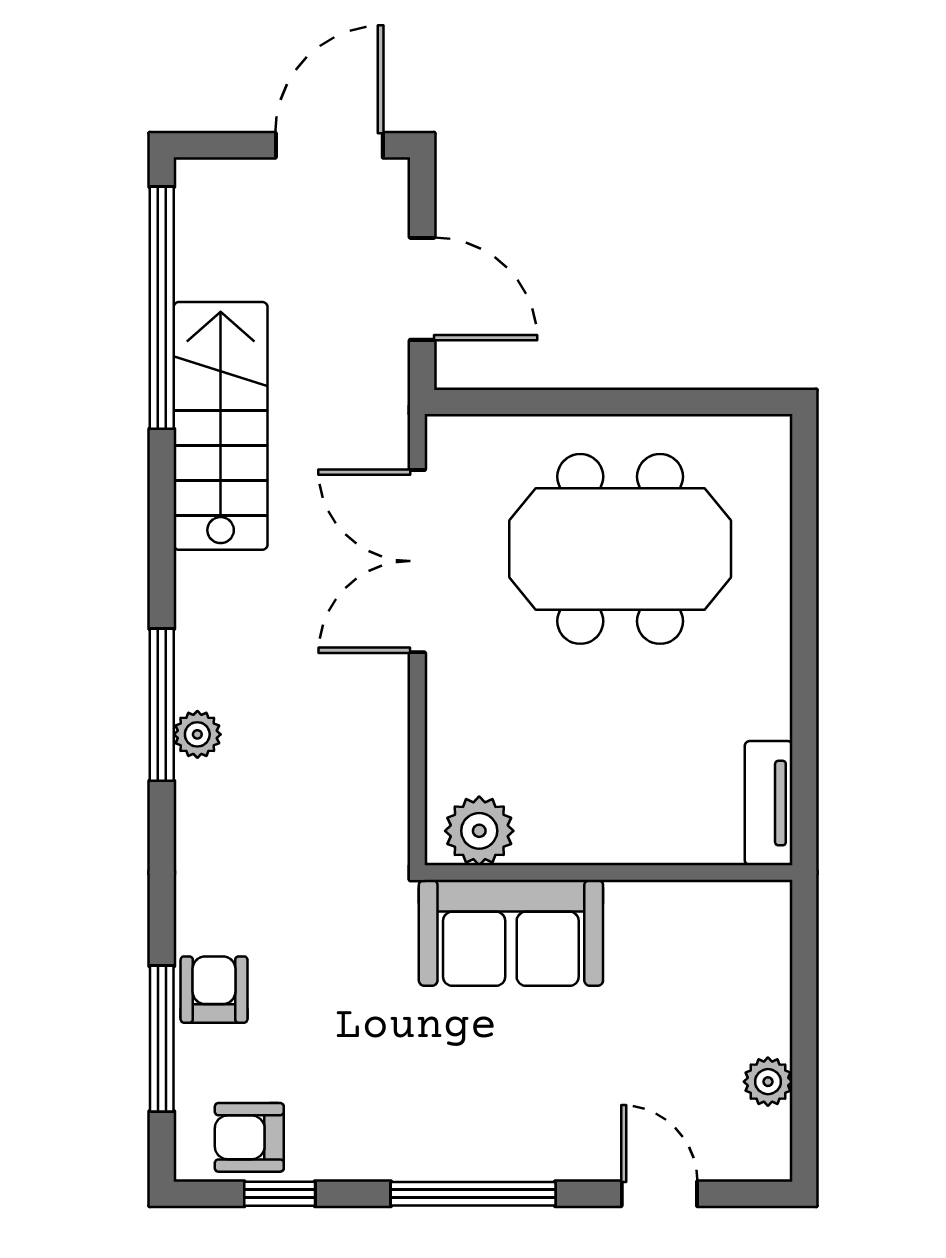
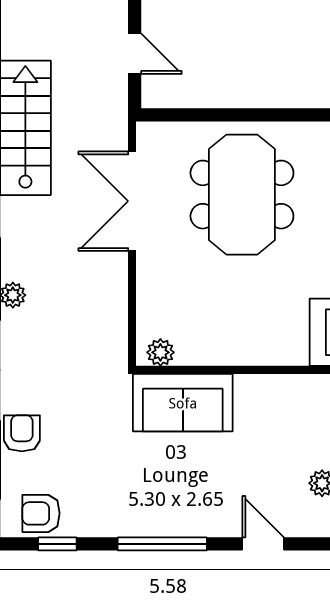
door: (422, 289) -> (135, 54), width x0.73
meeting table: (620, 549) -> (242, 195), turned 90
plant: (479, 831) -> (160, 352), width x0.73, depth x0.73

